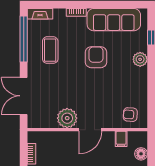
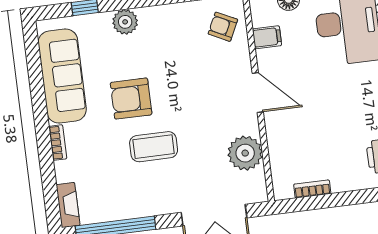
coffee table: (50, 50) -> (154, 147), moved
armchair: (130, 115) -> (223, 27), turned 112
plant: (67, 118) -> (245, 153), moved

